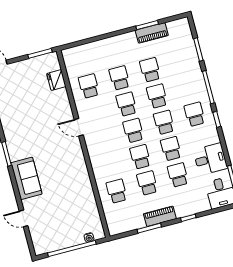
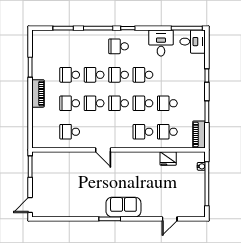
piano: (152, 33) -> (38, 93), moved
fridge: (56, 80) -> (168, 159), moved
door: (79, 127) -> (103, 150), hinge flipped
school desk: (178, 175) -> (143, 132), moved
sofa: (26, 178) -> (123, 207), moved
piano: (160, 216) -> (199, 134), moved

